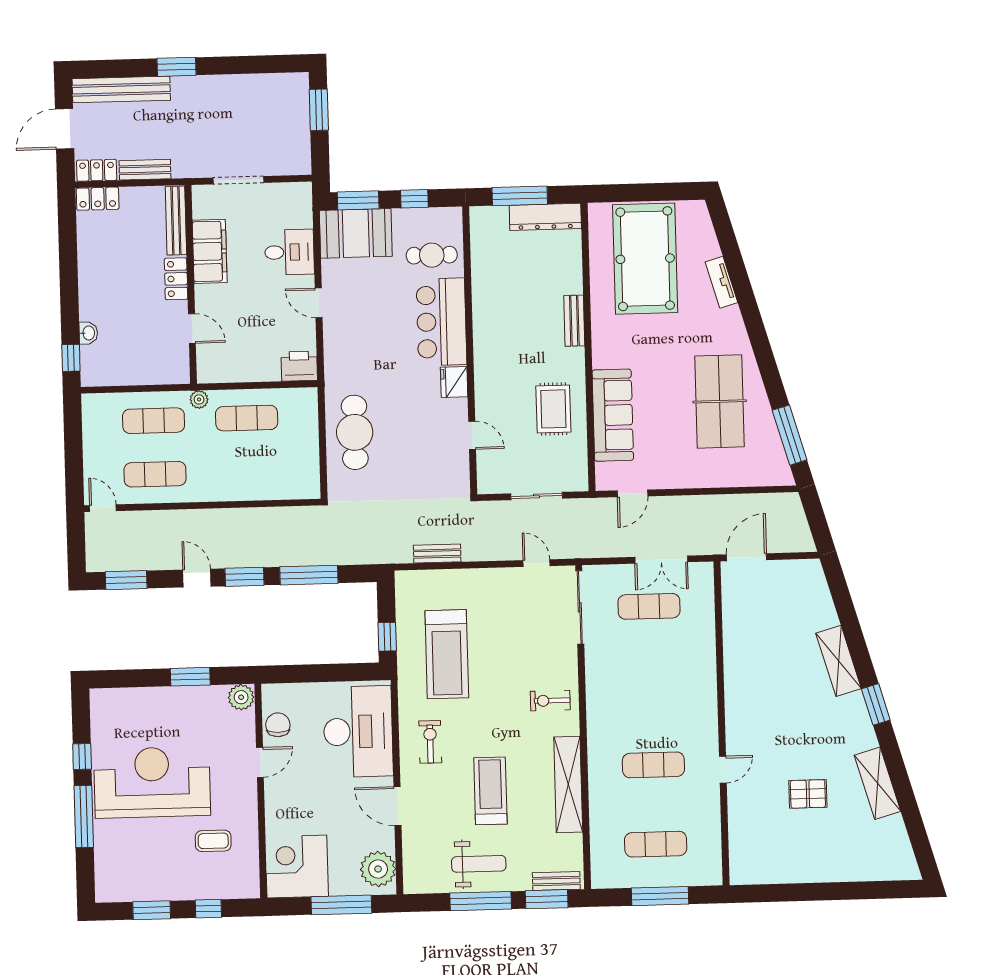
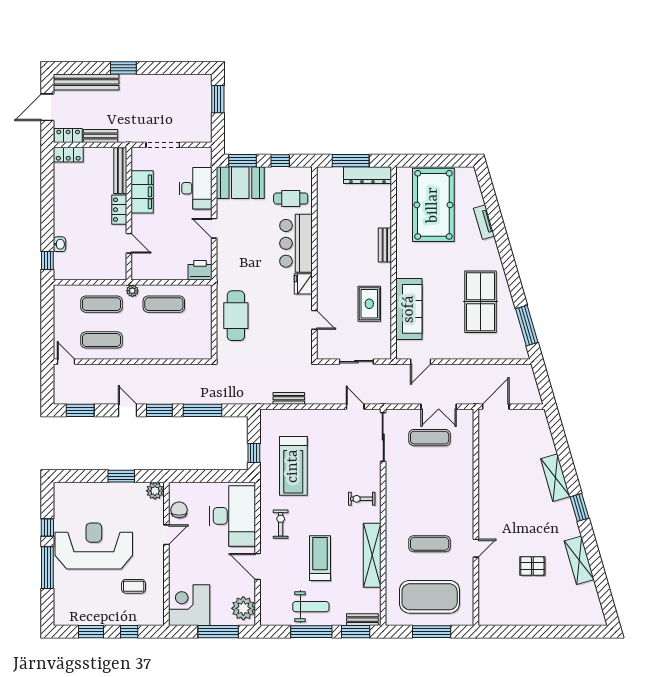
desk: (289, 252) -> (196, 188), width x1.37
exercise mat: (656, 844) -> (430, 597), width x2.00, depth x1.45

